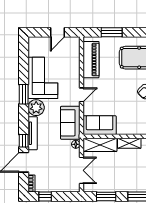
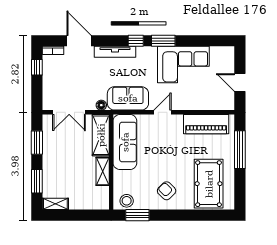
window: (112, 32) -> (240, 150), width x1.44
door: (81, 95) -> (162, 112), swing flipped
plant: (36, 108) -> (147, 56), removed
sofa: (100, 125) -> (125, 142), width x1.36
window: (24, 141) -> (136, 41), moved

